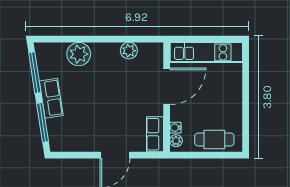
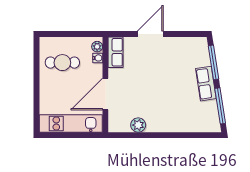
plant: (79, 54) -> (182, 122), removed
cafe table: (214, 140) -> (62, 63), moved

